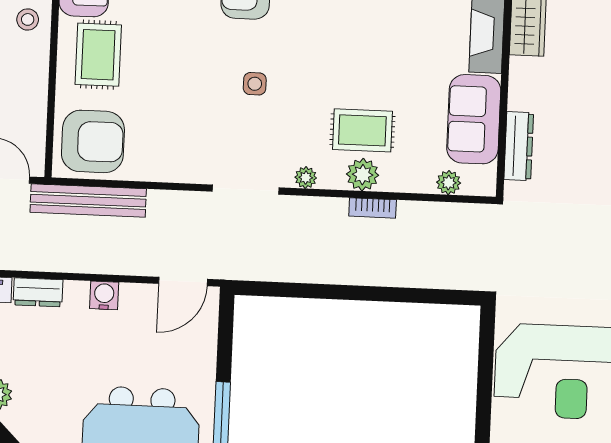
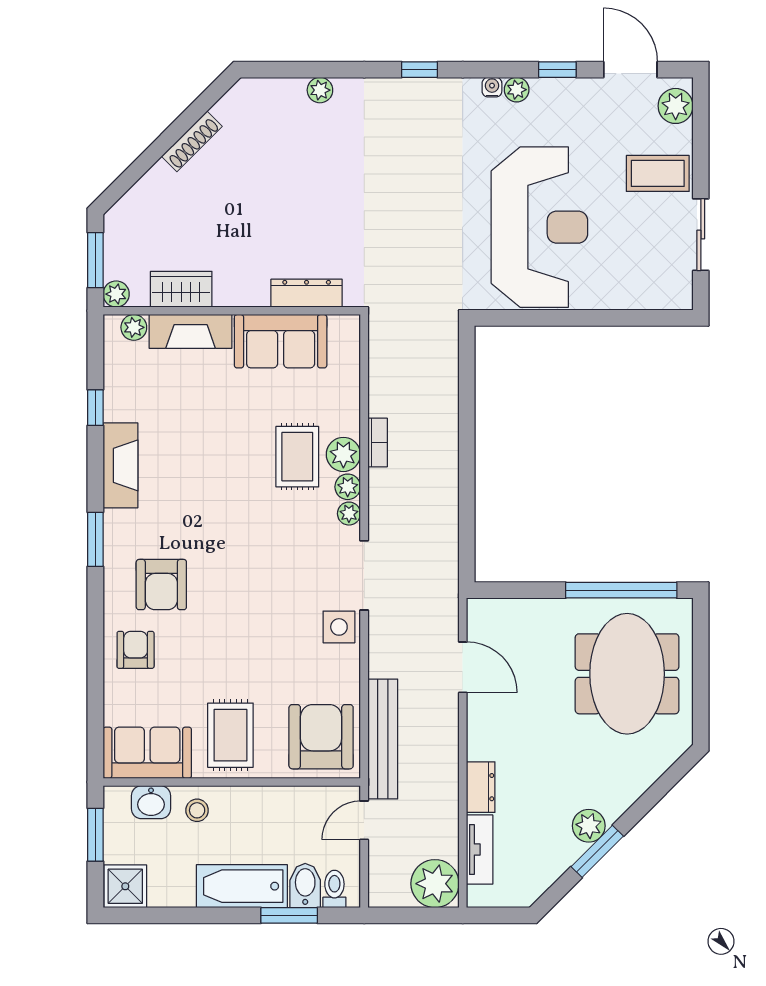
rug: (98, 55) -> (230, 735), turned 90
side table: (255, 84) -> (339, 627), moved, width x1.37, depth x1.37
plant: (449, 183) -> (348, 487), moved
door: (183, 281) -> (463, 667), moved
water cooler: (104, 295) -> (481, 718), removed

